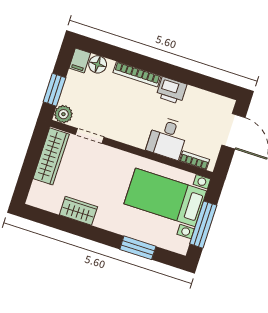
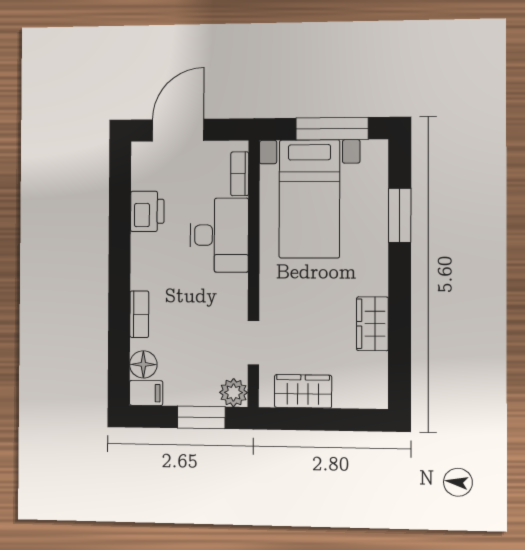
bookcase: (137, 74) -> (139, 314), width x0.64
printer: (171, 90) -> (147, 211), moved
desk: (167, 138) -> (219, 235), width x1.37
wardrobe: (51, 156) -> (303, 391), width x0.67

